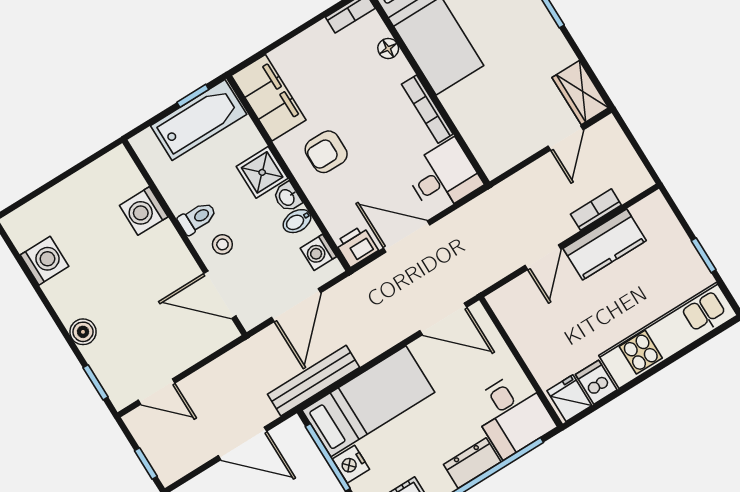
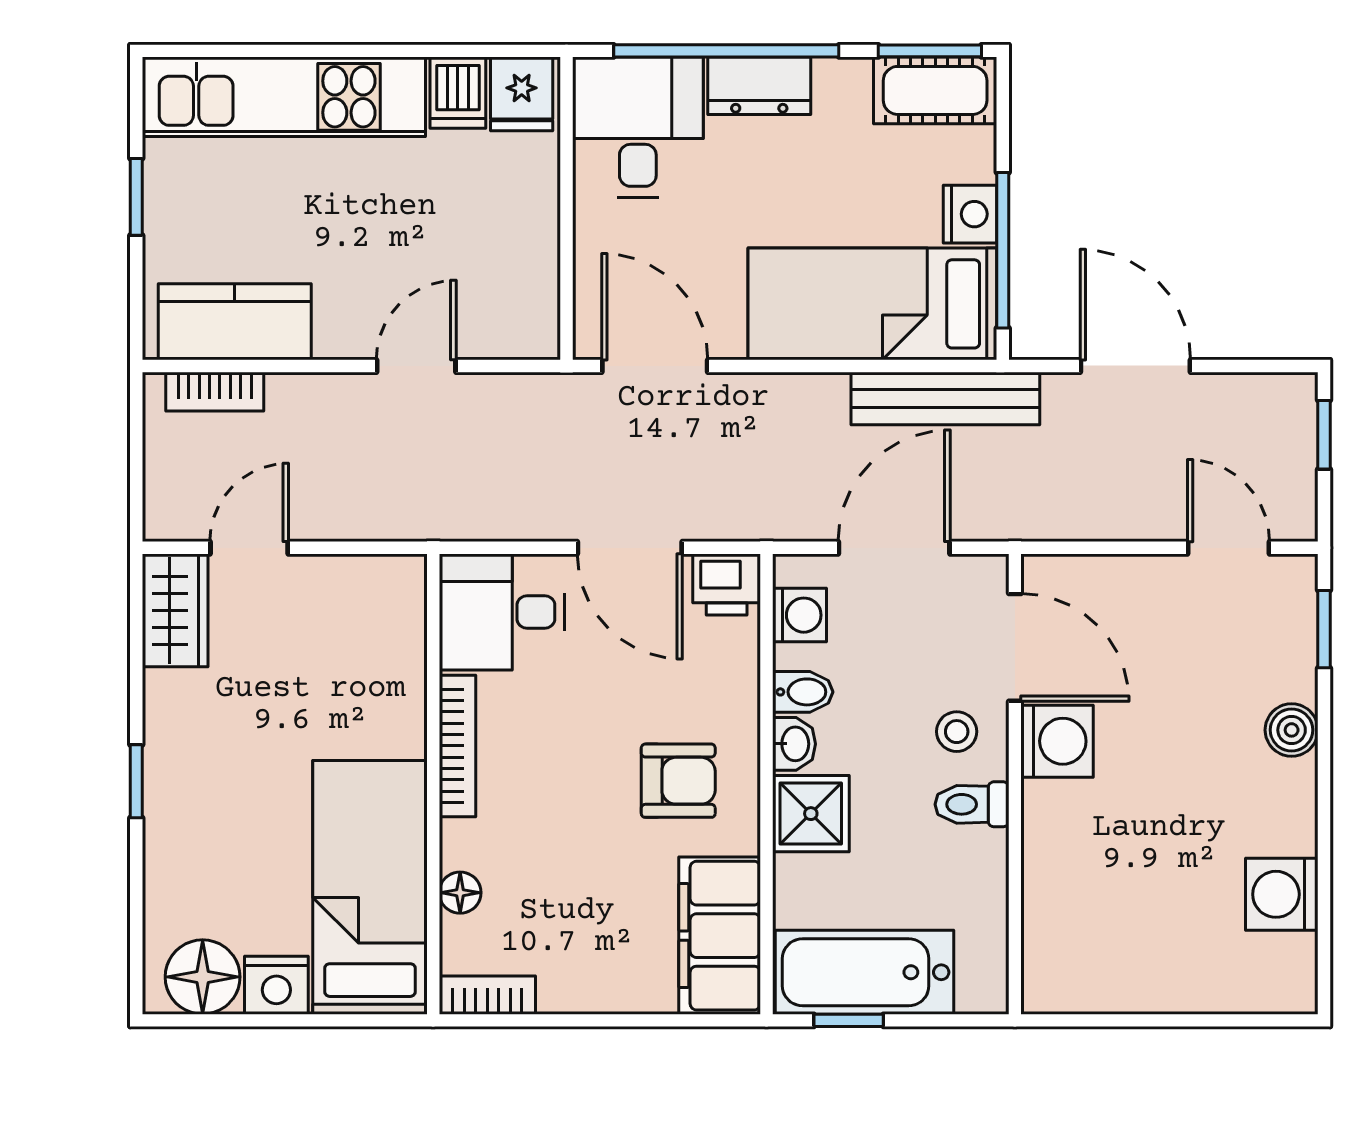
bookcase: (596, 210) -> (215, 392), moved
washing machine: (144, 211) -> (1057, 741), moved
kitchen counter: (605, 245) -> (235, 322), moved

